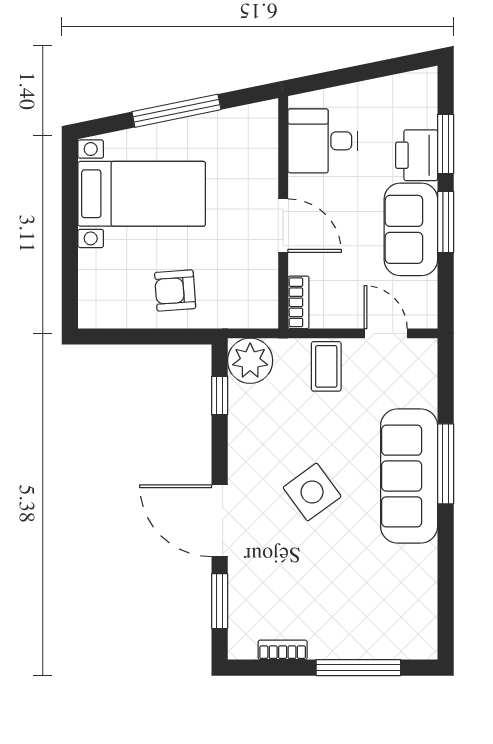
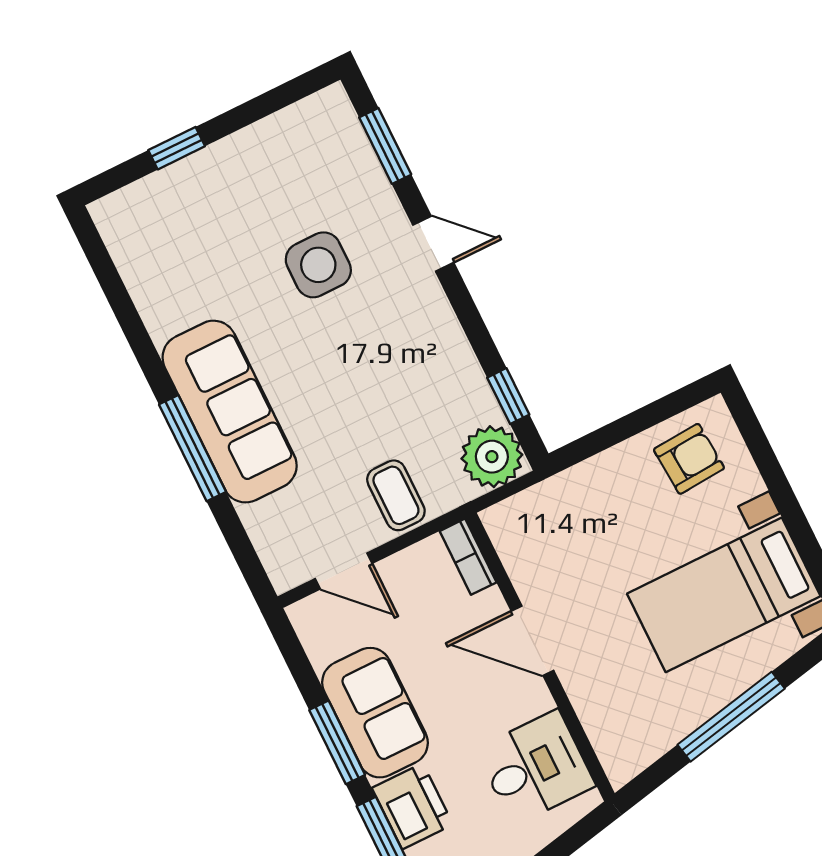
armchair: (175, 290) -> (689, 459), moved
side table: (312, 492) -> (318, 265), moved, turned 36
door: (220, 521) -> (433, 244), width x0.53
bookcase: (283, 650) -> (279, 124), removed
window: (358, 668) -> (177, 148), width x0.46

